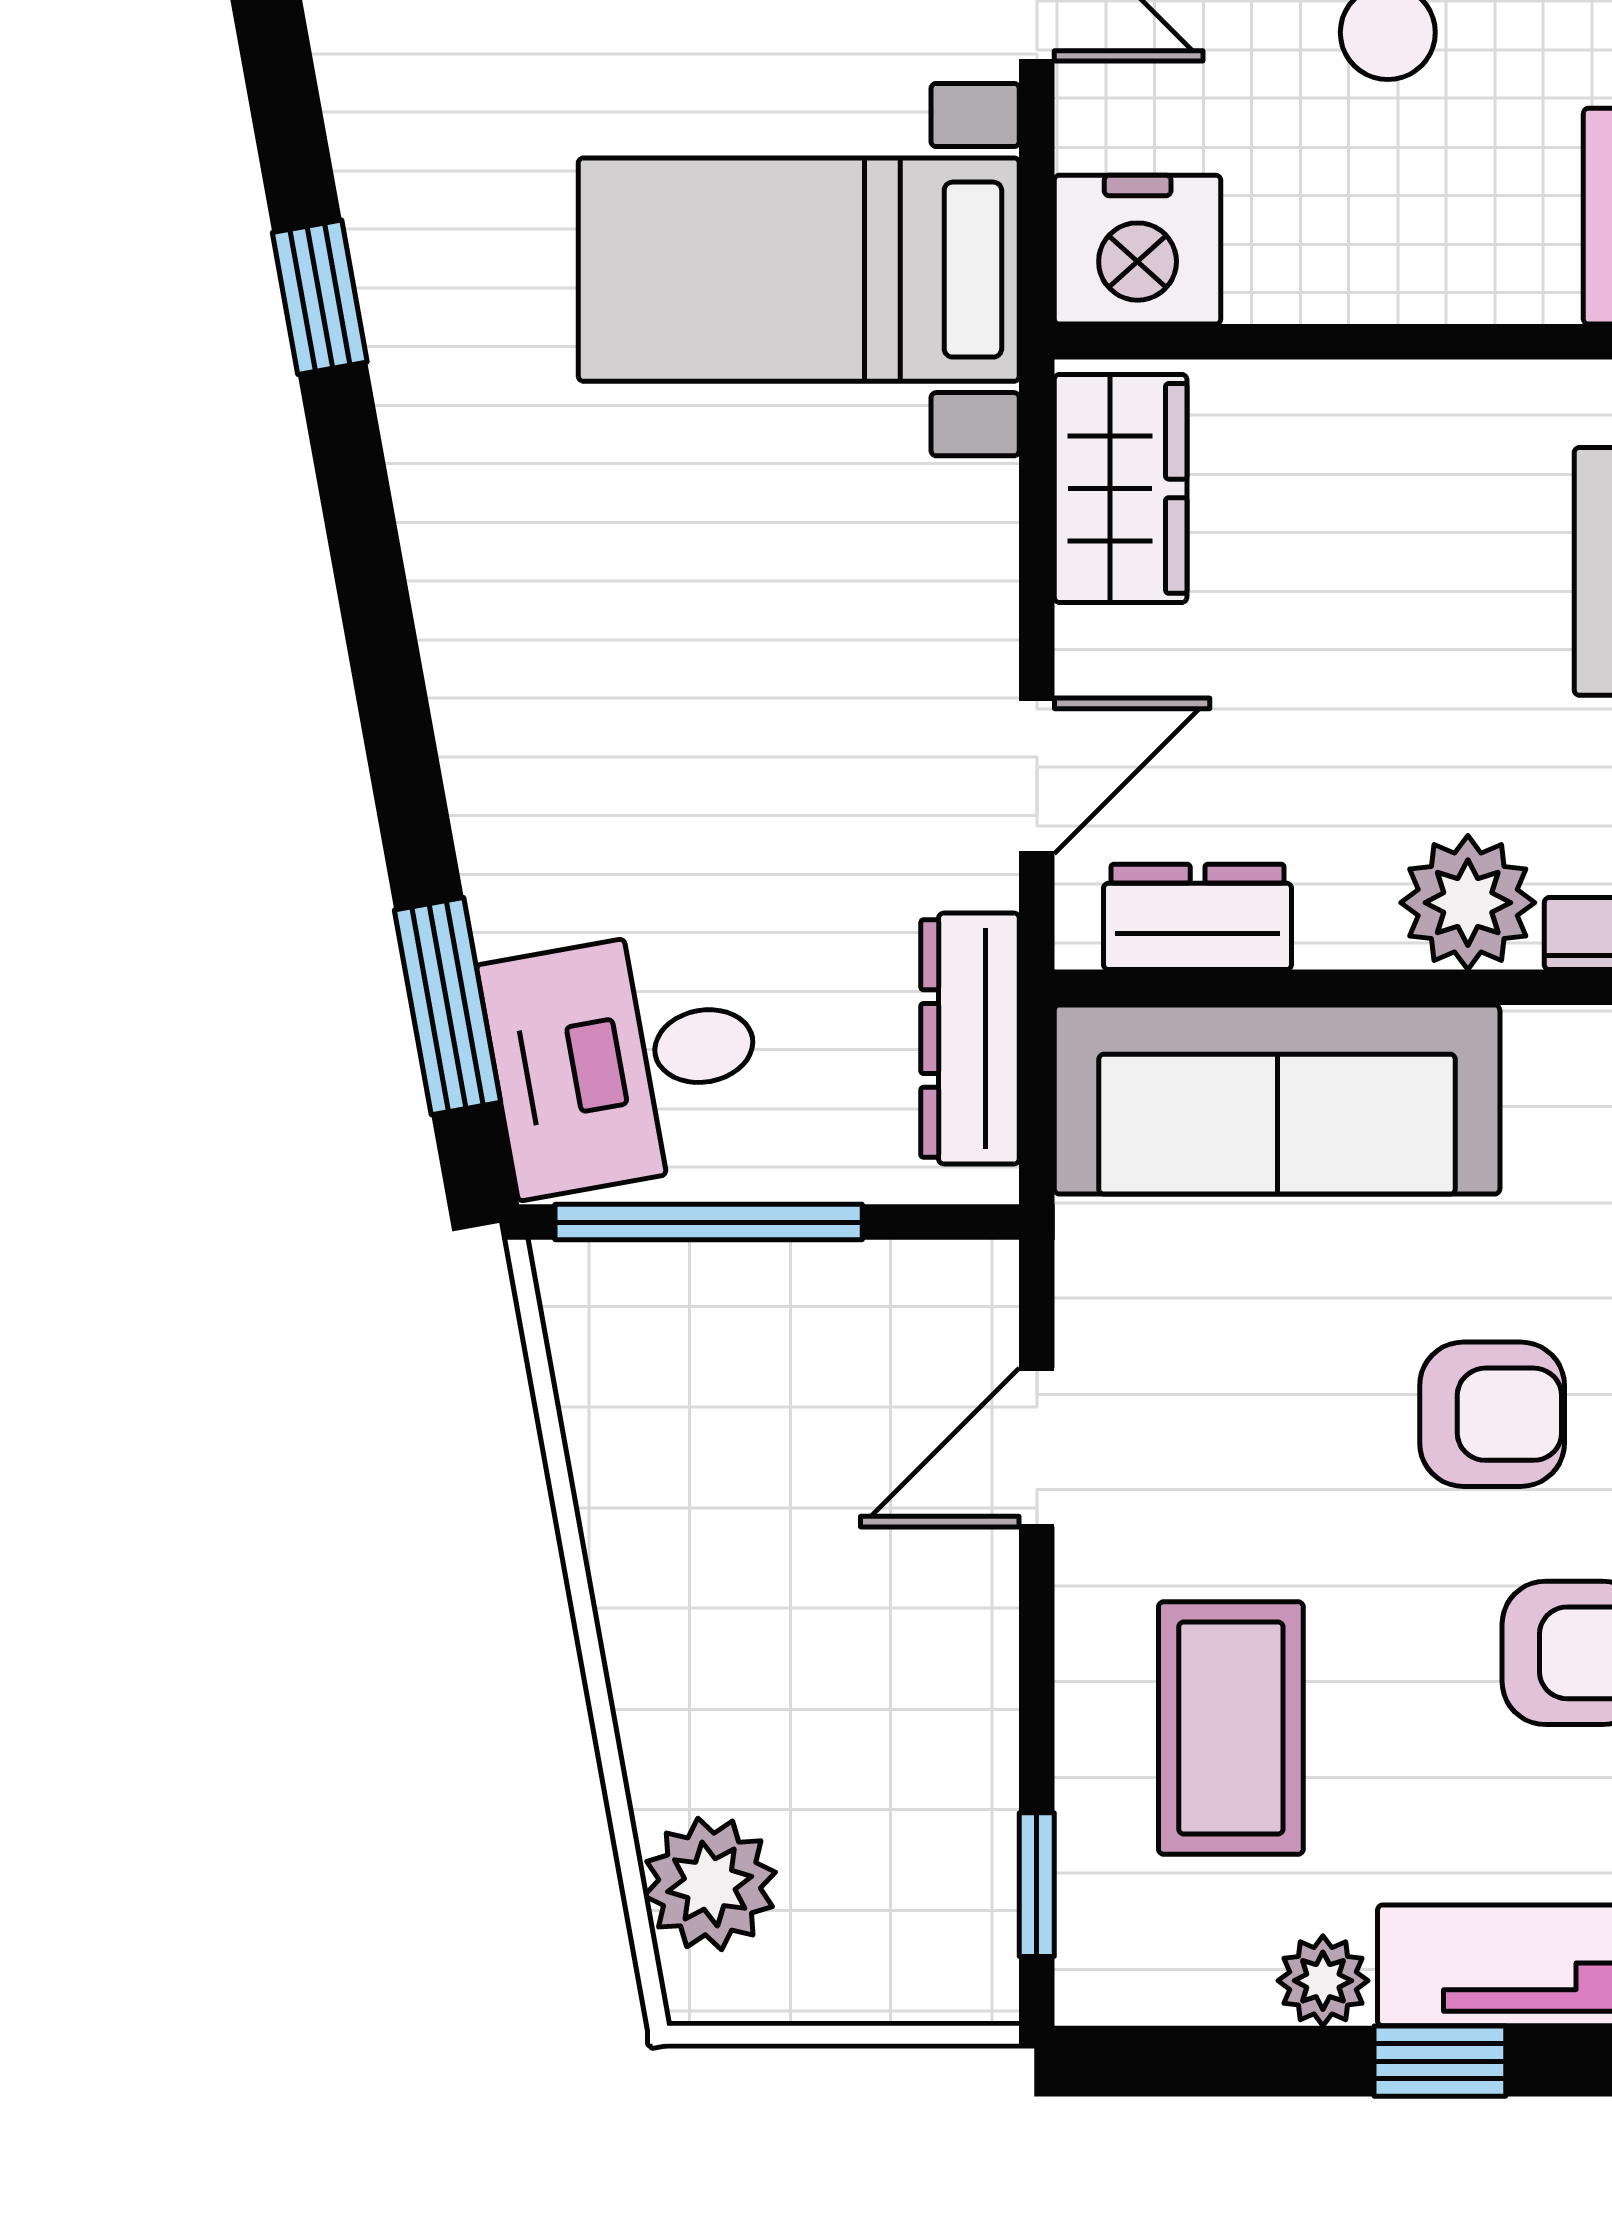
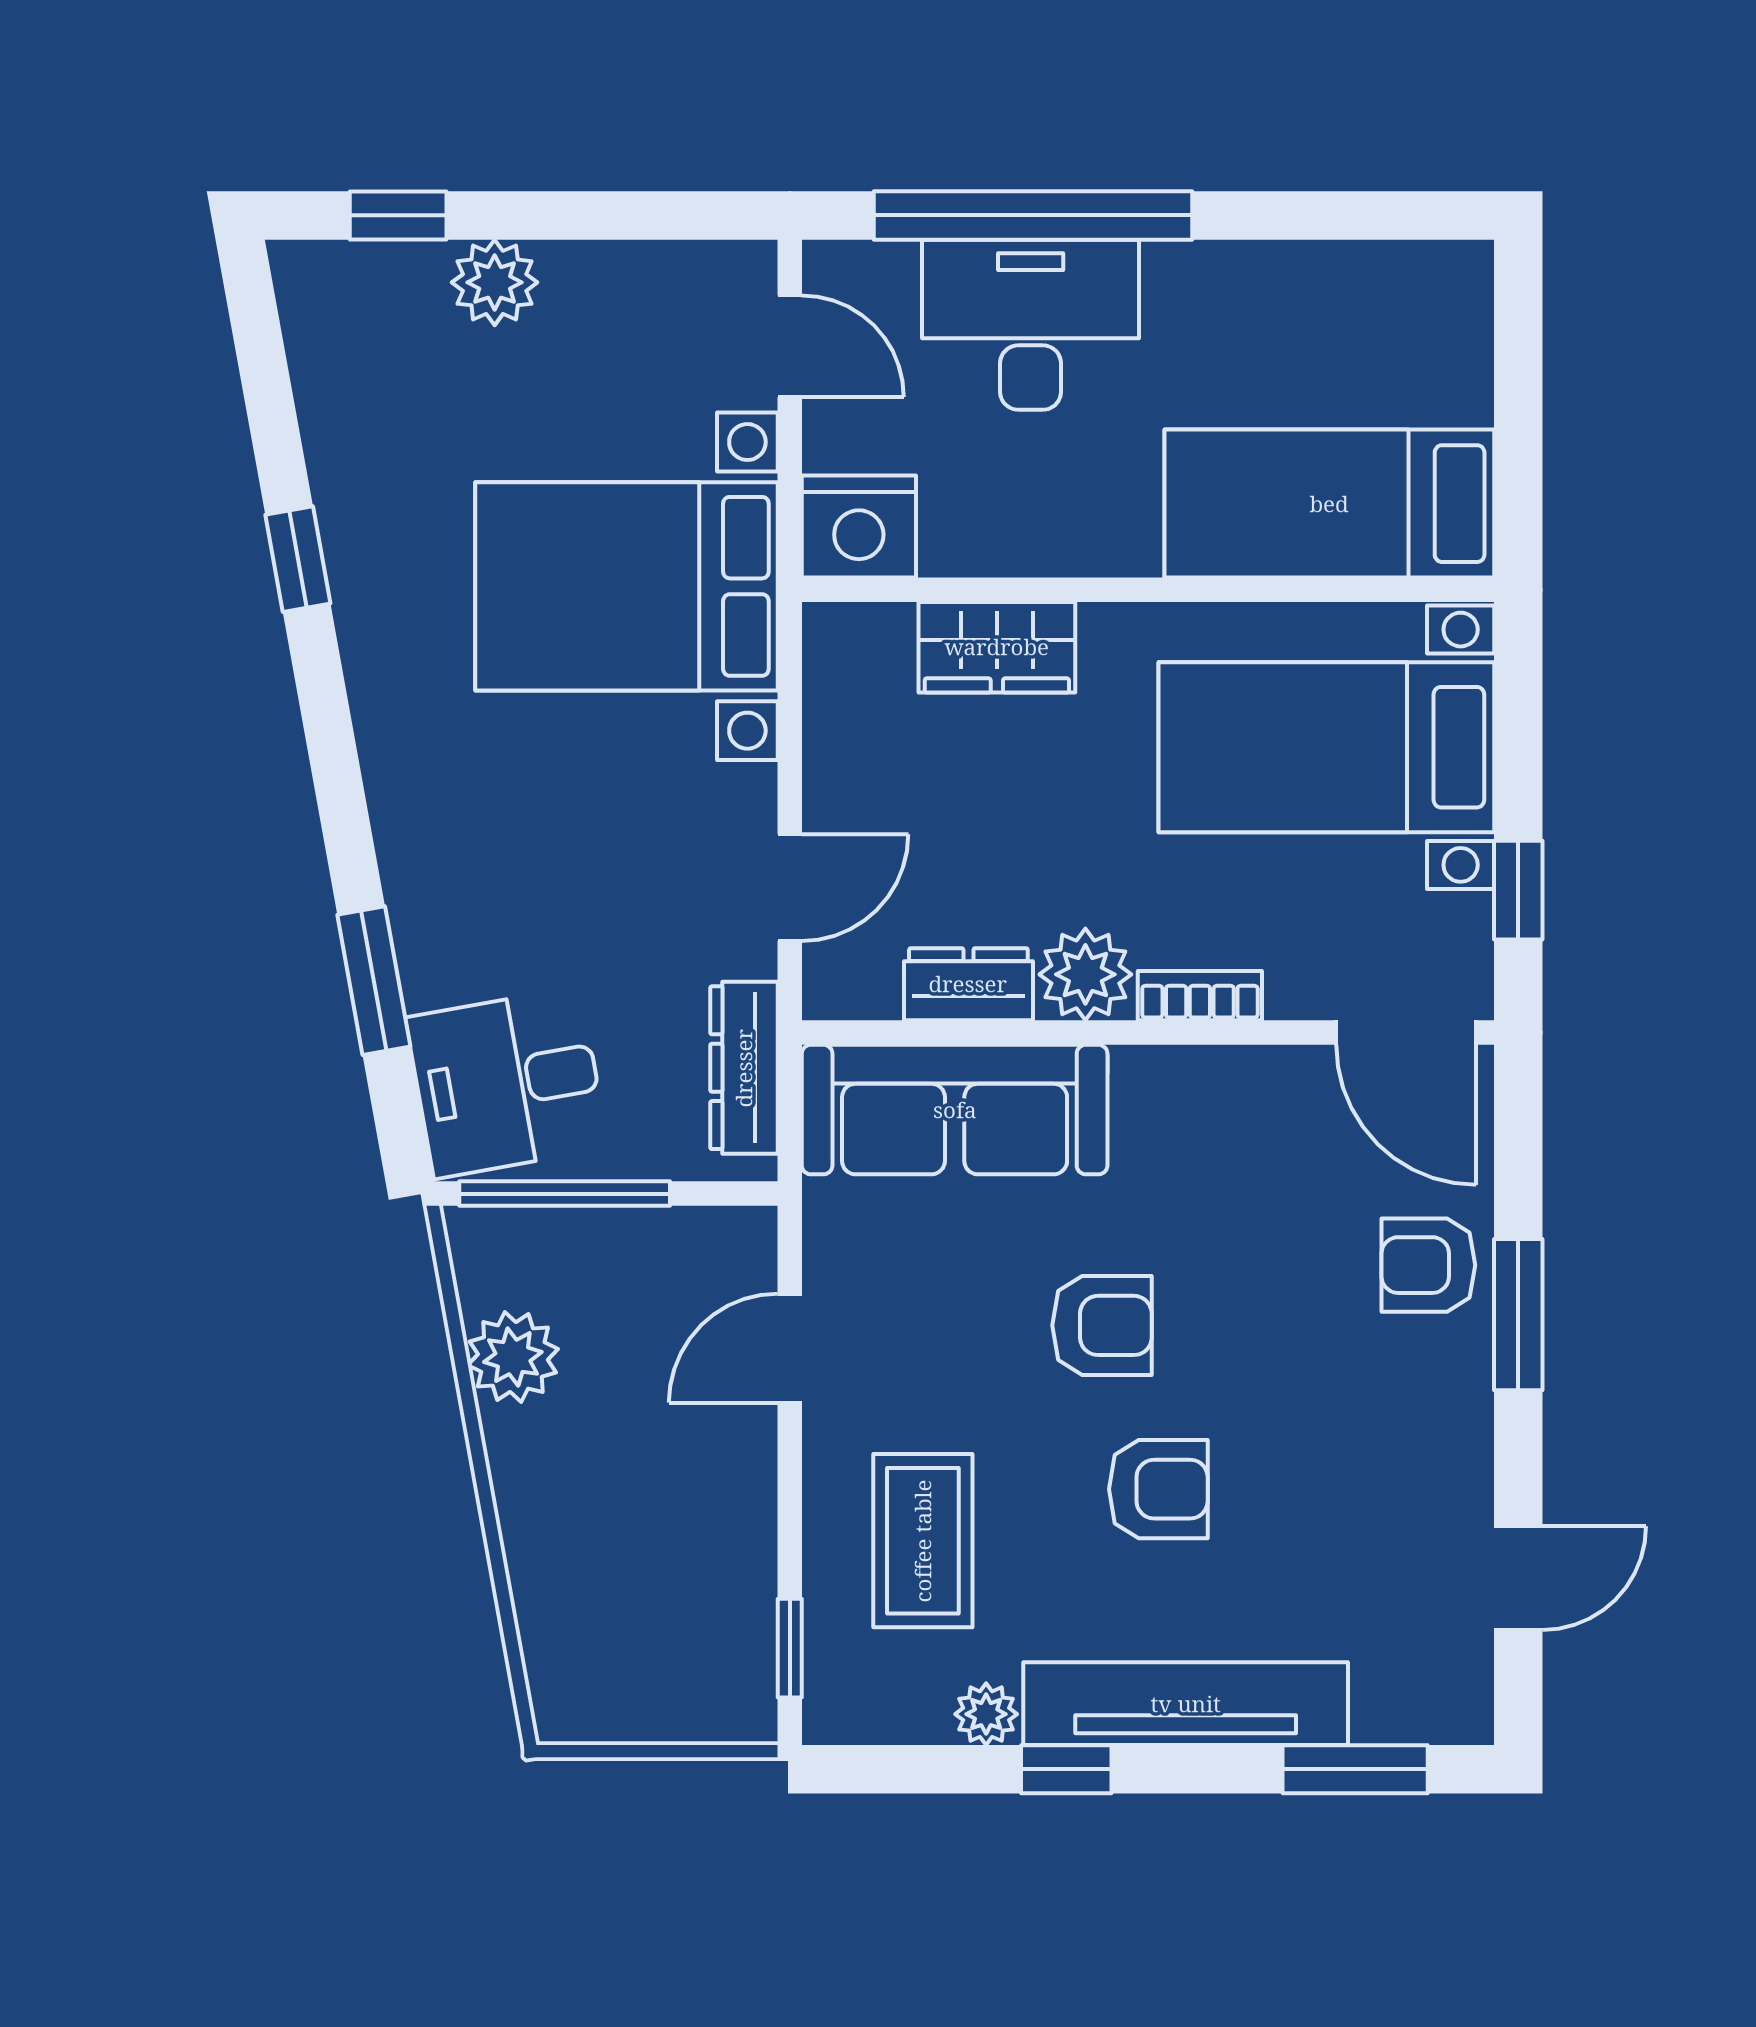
bed with nightstands: (799, 270) -> (626, 586), width x1.36
wardrobe: (1121, 488) -> (997, 647), moved, turned 90
dresser: (1198, 917) -> (968, 984), moved
window: (448, 1006) -> (374, 981), moved
plant: (710, 1884) -> (513, 1357), moved

